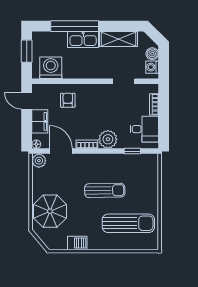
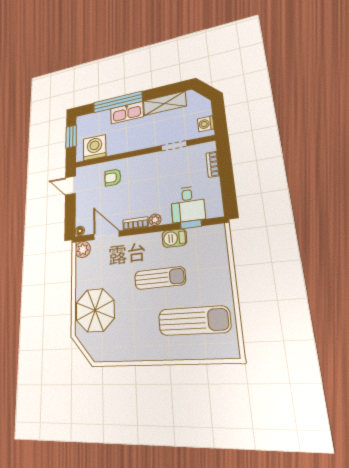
boiler: (152, 54) -> (204, 110), removed
armchair: (68, 100) -> (113, 177), turned -90
filing cabinet: (40, 121) -> (84, 205), removed
desk: (144, 129) -> (188, 204), moved, turned 90
plant: (108, 139) -> (155, 220), width x0.53, depth x0.53
barbecue: (77, 243) -> (174, 238), moved, turned 180

